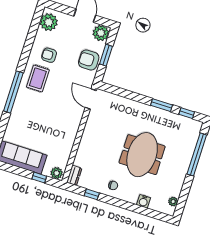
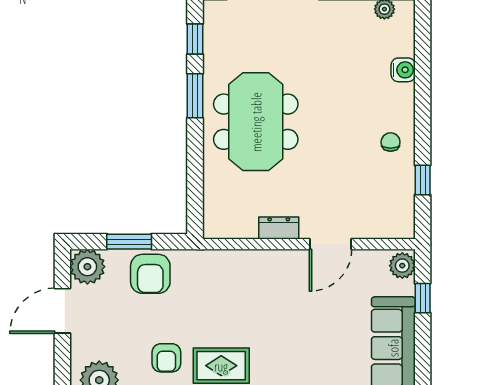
door: (91, 99) -> (330, 244), moved
meeting table: (142, 155) -> (256, 122), moved, turned 90
dresser: (74, 175) -> (279, 228), moved

